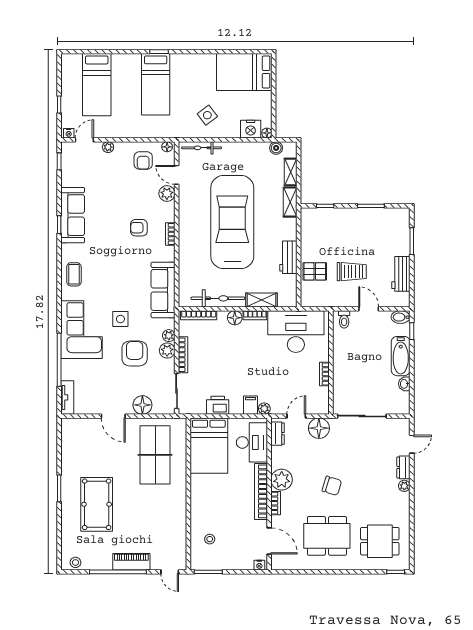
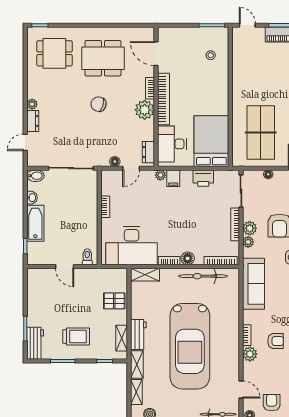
plant: (167, 194) -> (250, 354), moved
shelving: (307, 231) -> (122, 338), added
workbench: (288, 257) -> (138, 334), moved
trolley: (352, 272) -> (76, 336), moved, turned 180
workbench: (401, 274) -> (35, 343), moved
shelving: (261, 300) -> (145, 275), moved
bidet: (401, 317) -> (35, 176), moved
floor lamp: (142, 405) -> (268, 174), width x0.53, depth x0.53
floor lamp: (319, 428) -> (115, 161), width x0.53, depth x0.53
nightstand: (259, 565) -> (165, 31), removed

